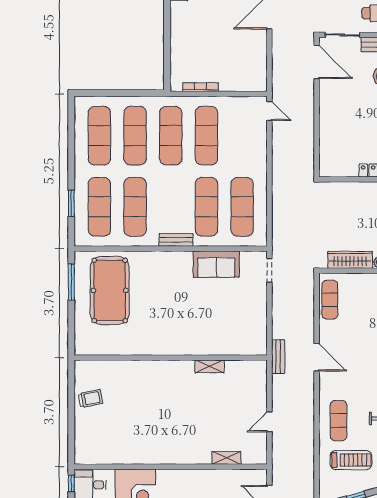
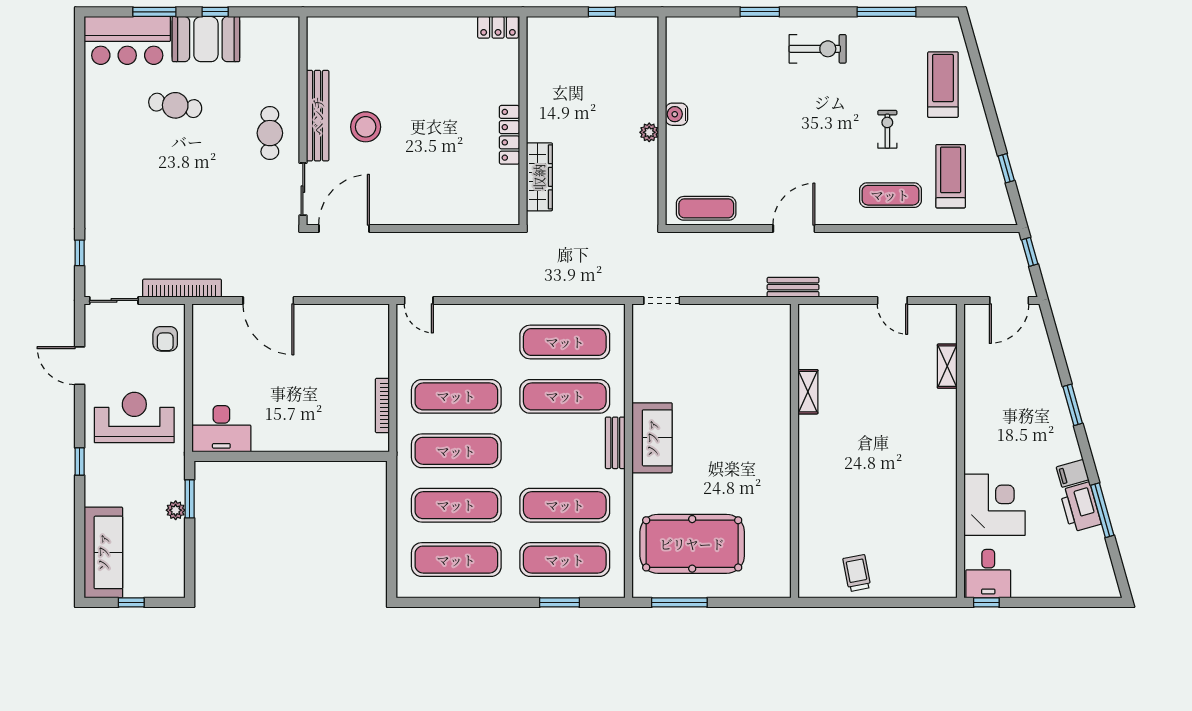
door: (269, 111) -> (419, 300), swing flipped
wardrobe: (350, 260) -> (539, 177), moved, turned 180
sofa: (216, 264) -> (652, 438), moved

